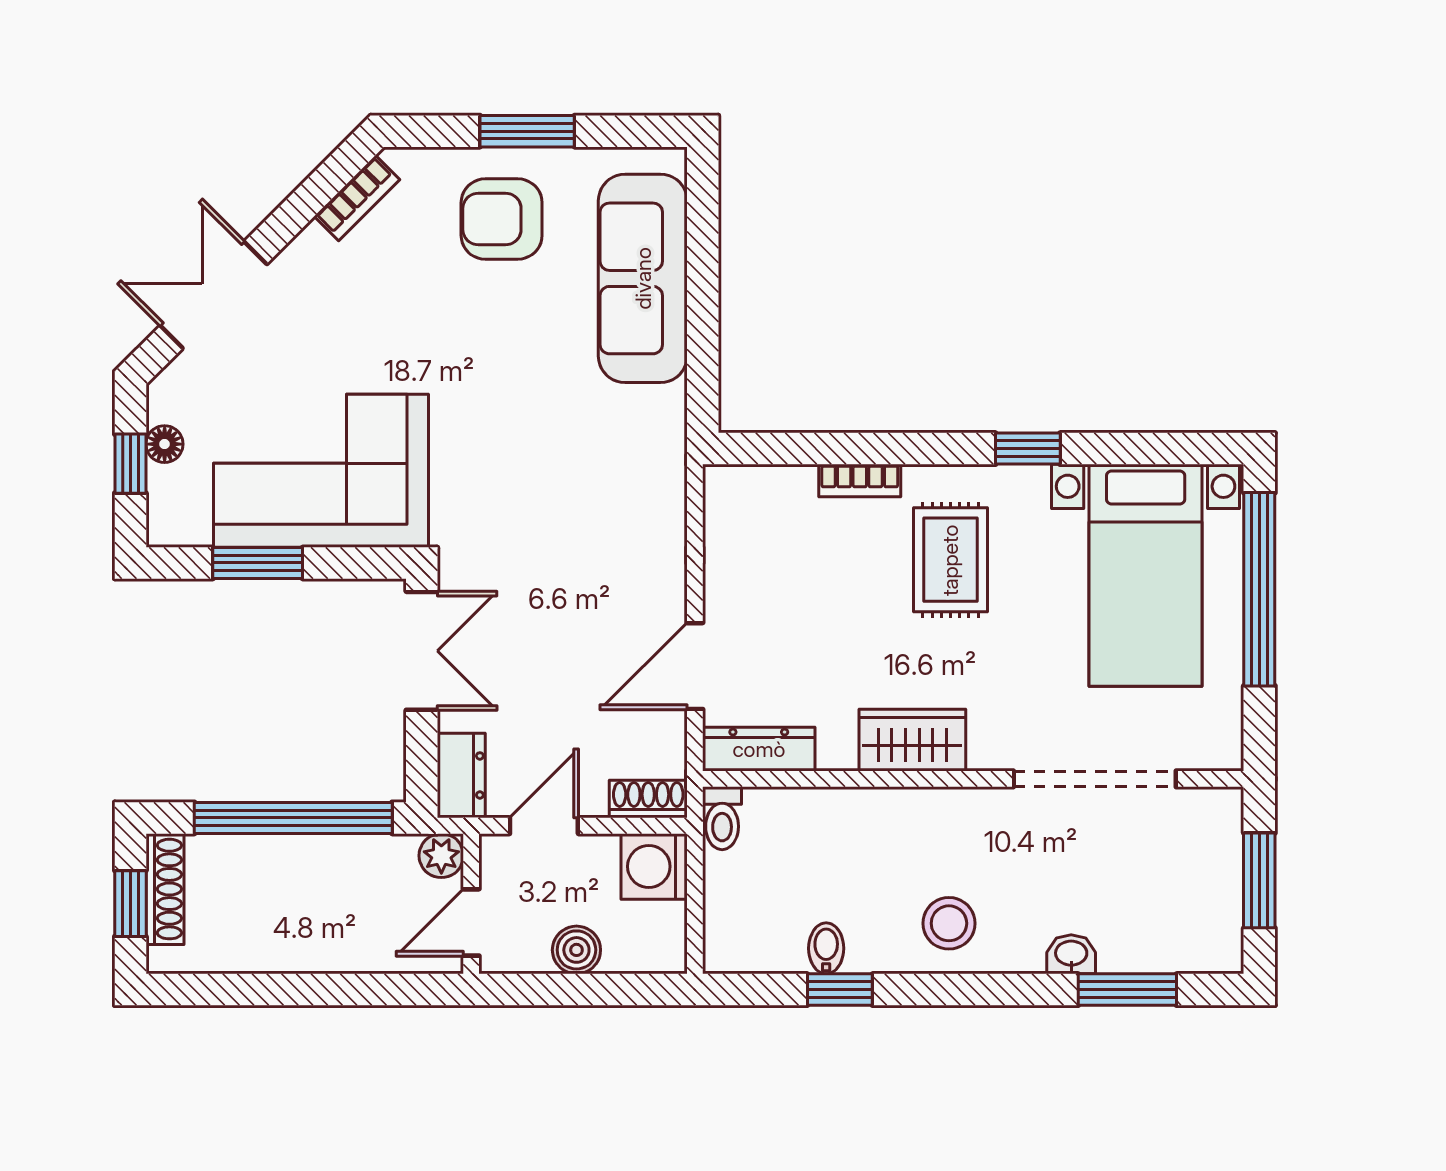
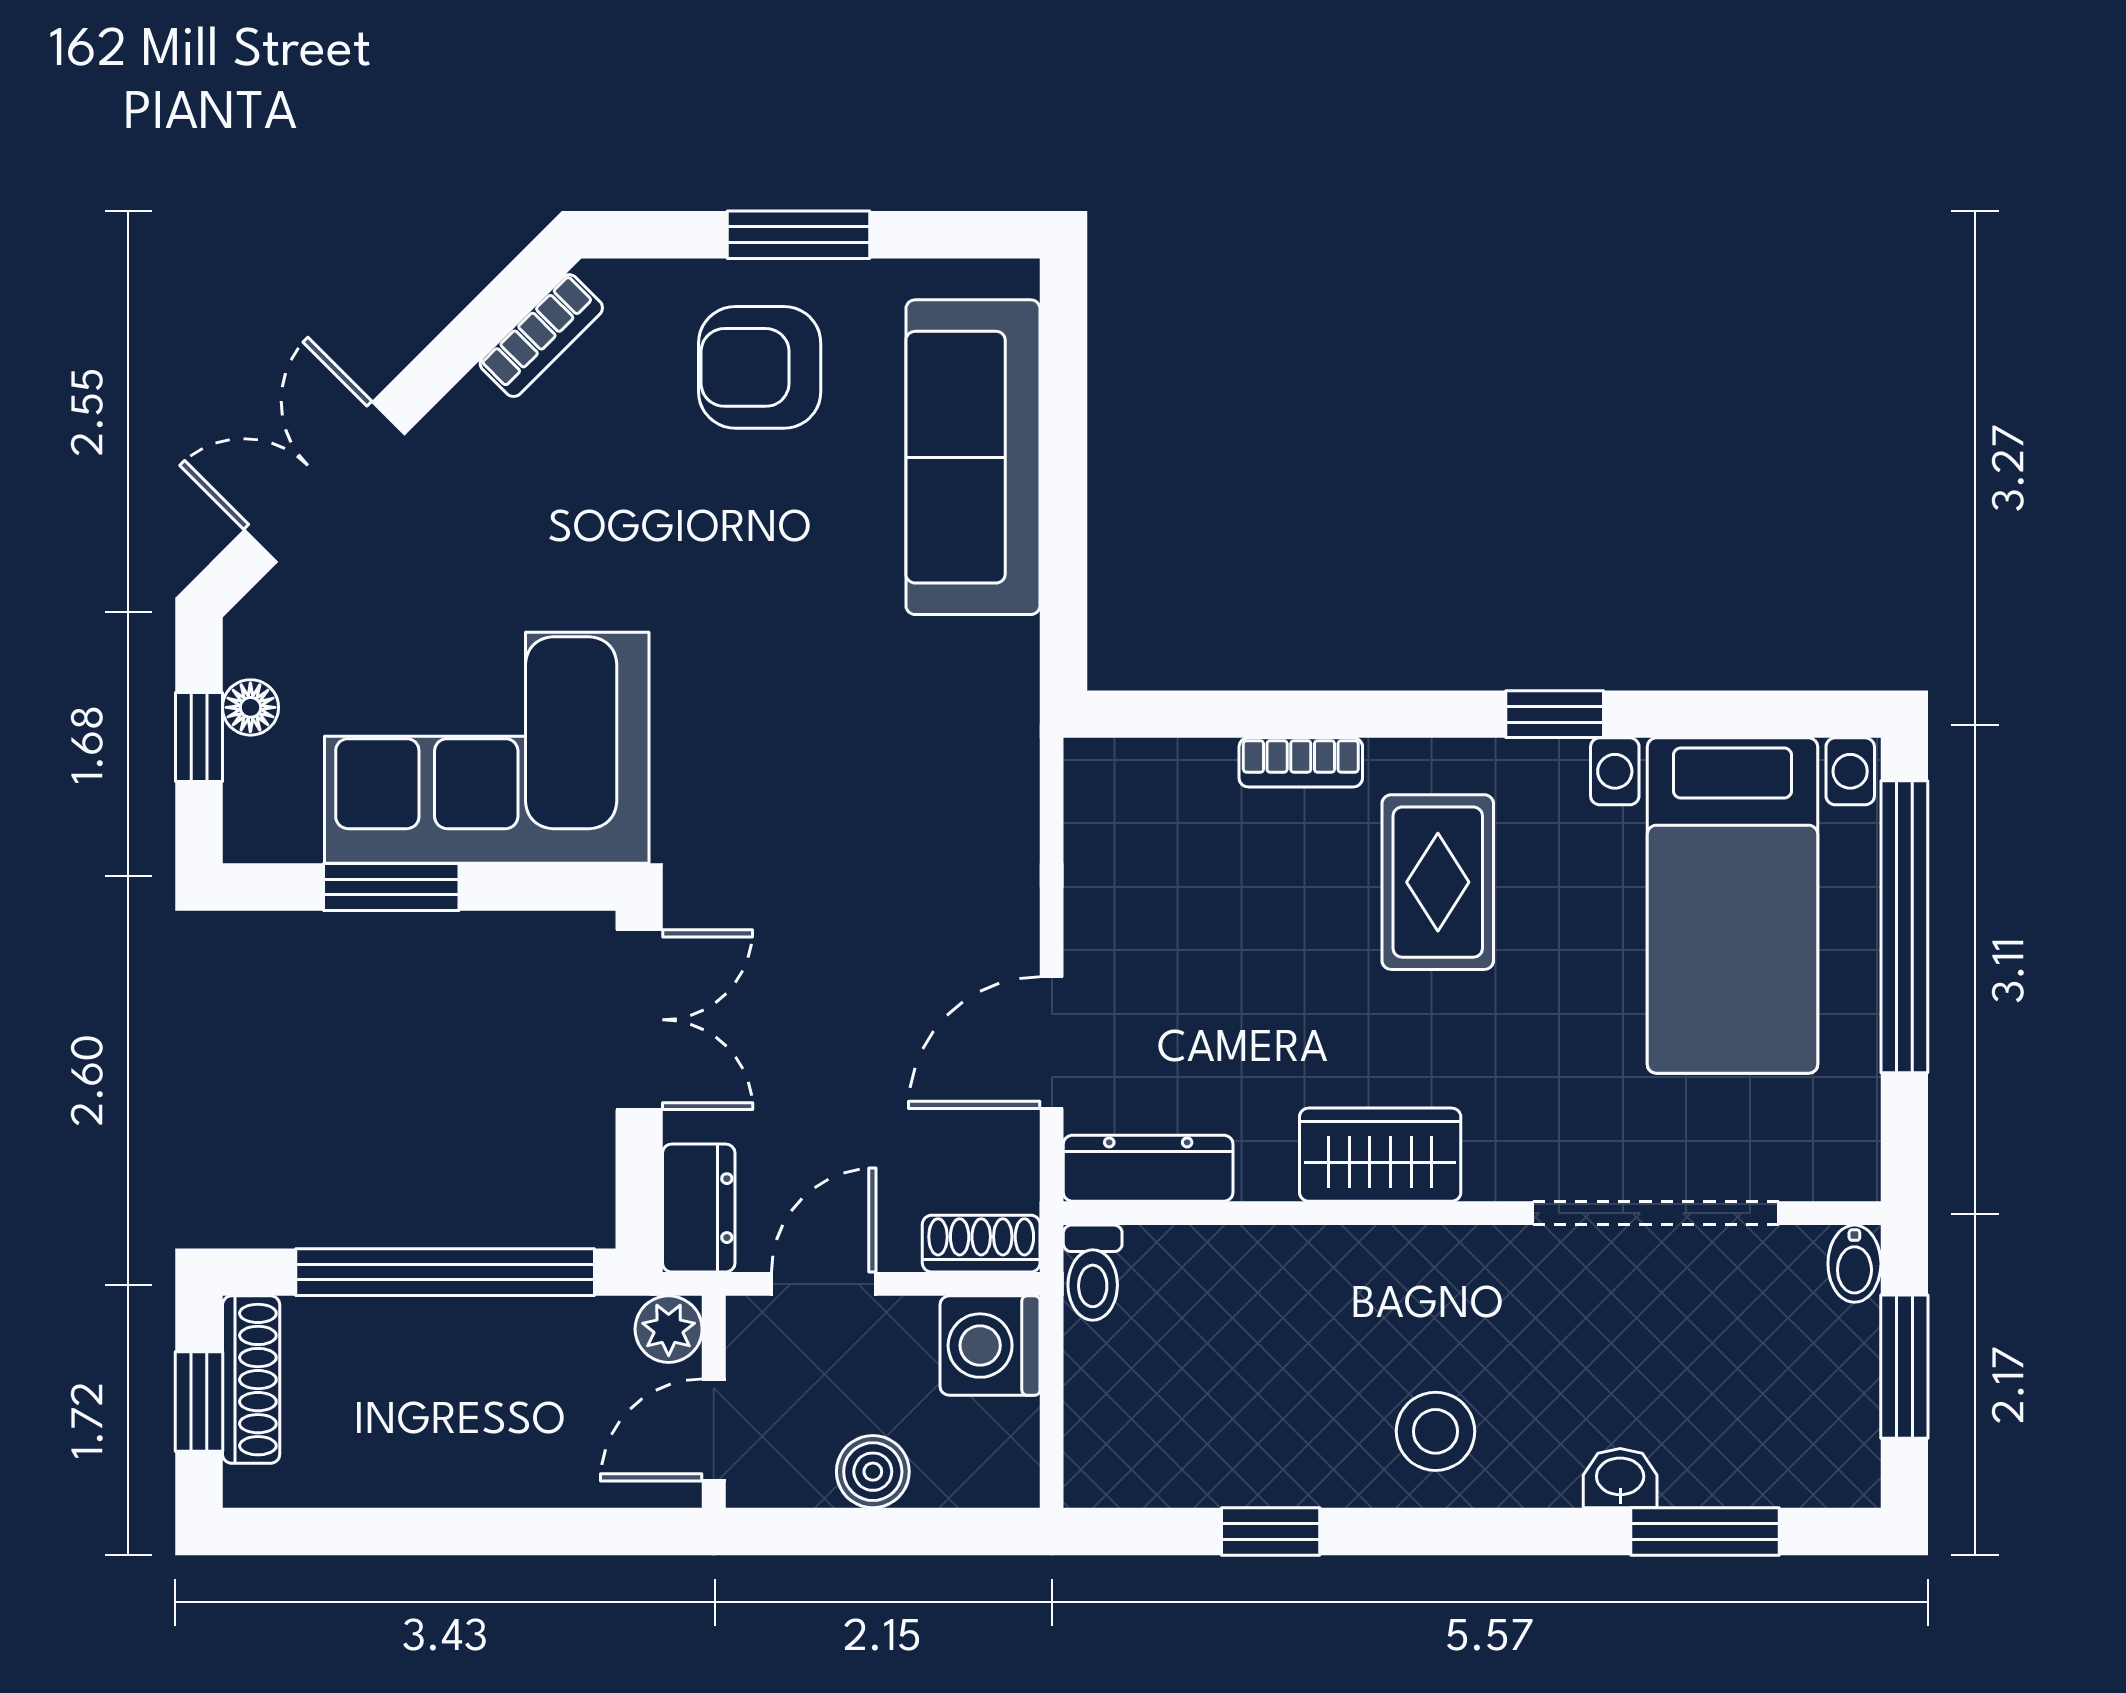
bidet: (826, 948) -> (1854, 1264), moved, turned 180

